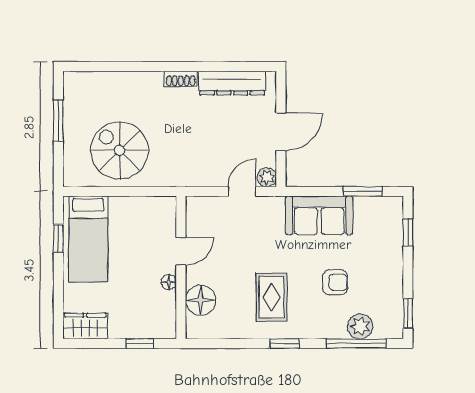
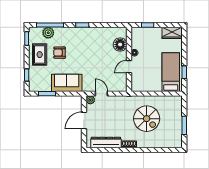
spiral stairs: (120, 150) -> (147, 119), moved
door: (242, 191) -> (101, 94), swing flipped
rug: (272, 297) -> (40, 55), moved

